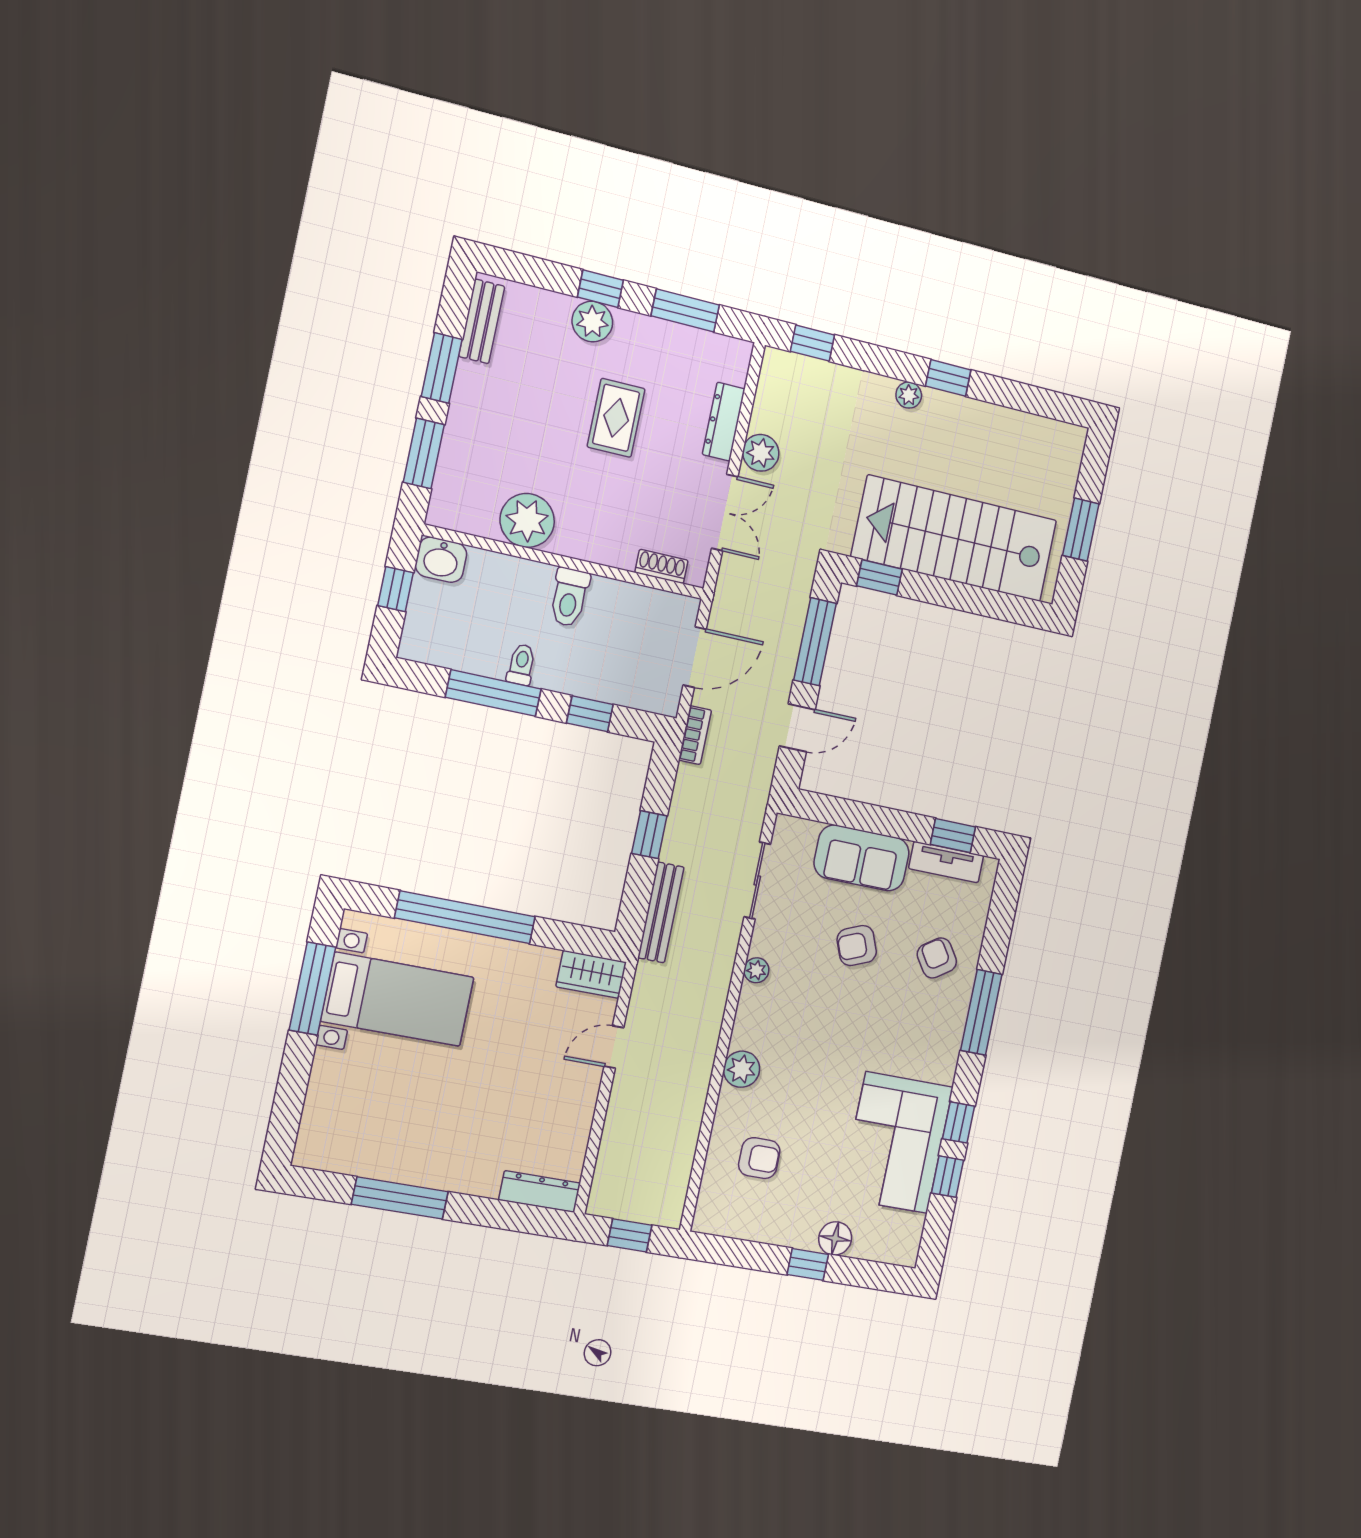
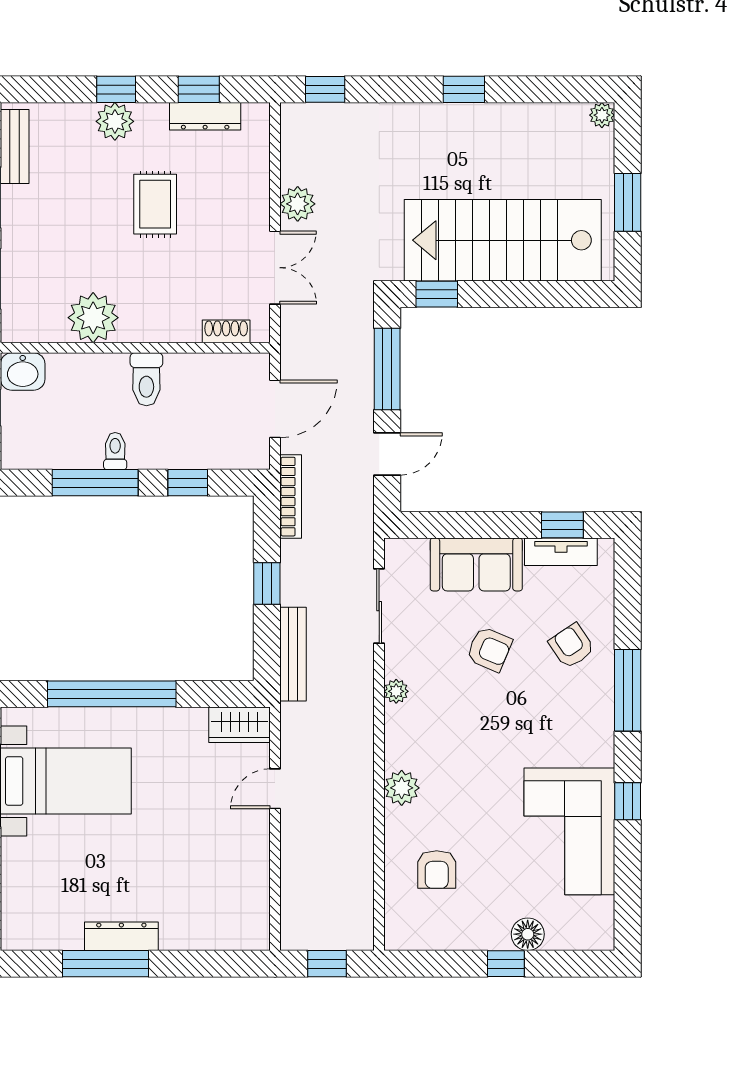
window: (685, 310) -> (199, 89), width x0.67
plant: (909, 395) -> (602, 115), moved
dresser: (724, 422) -> (205, 116), moved, turned -90
bookcase: (695, 735) -> (291, 497), width x1.56
armchair: (857, 946) -> (489, 649), turned -135
armchair: (759, 1158) -> (437, 870), turned 90
window: (947, 1177) -> (628, 856), removed
dresser: (540, 1191) -> (121, 936), moved

